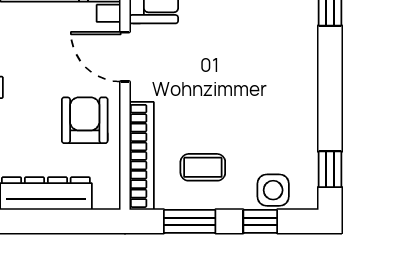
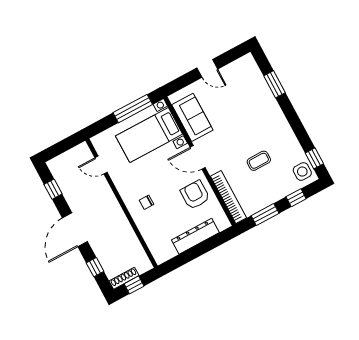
coffee table: (203, 167) -> (259, 161), moved
side table: (273, 190) -> (302, 172), moved

